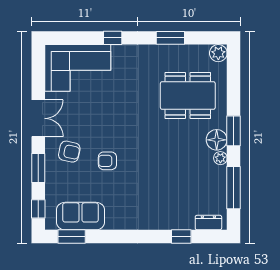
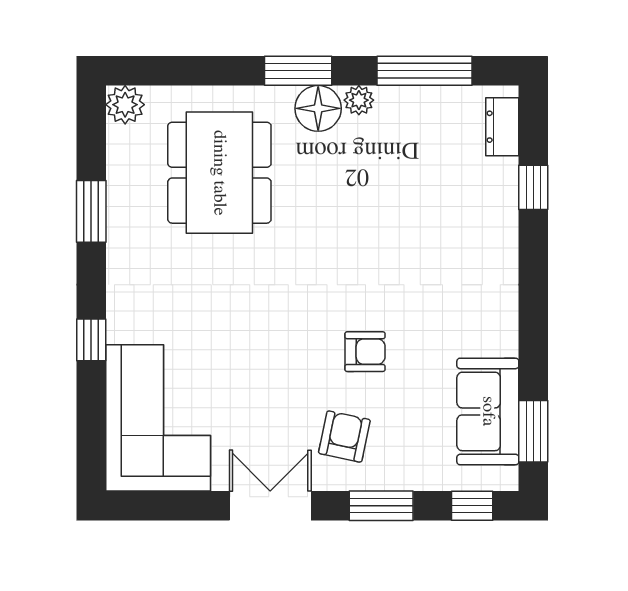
armchair: (107, 161) -> (365, 352), turned -90

